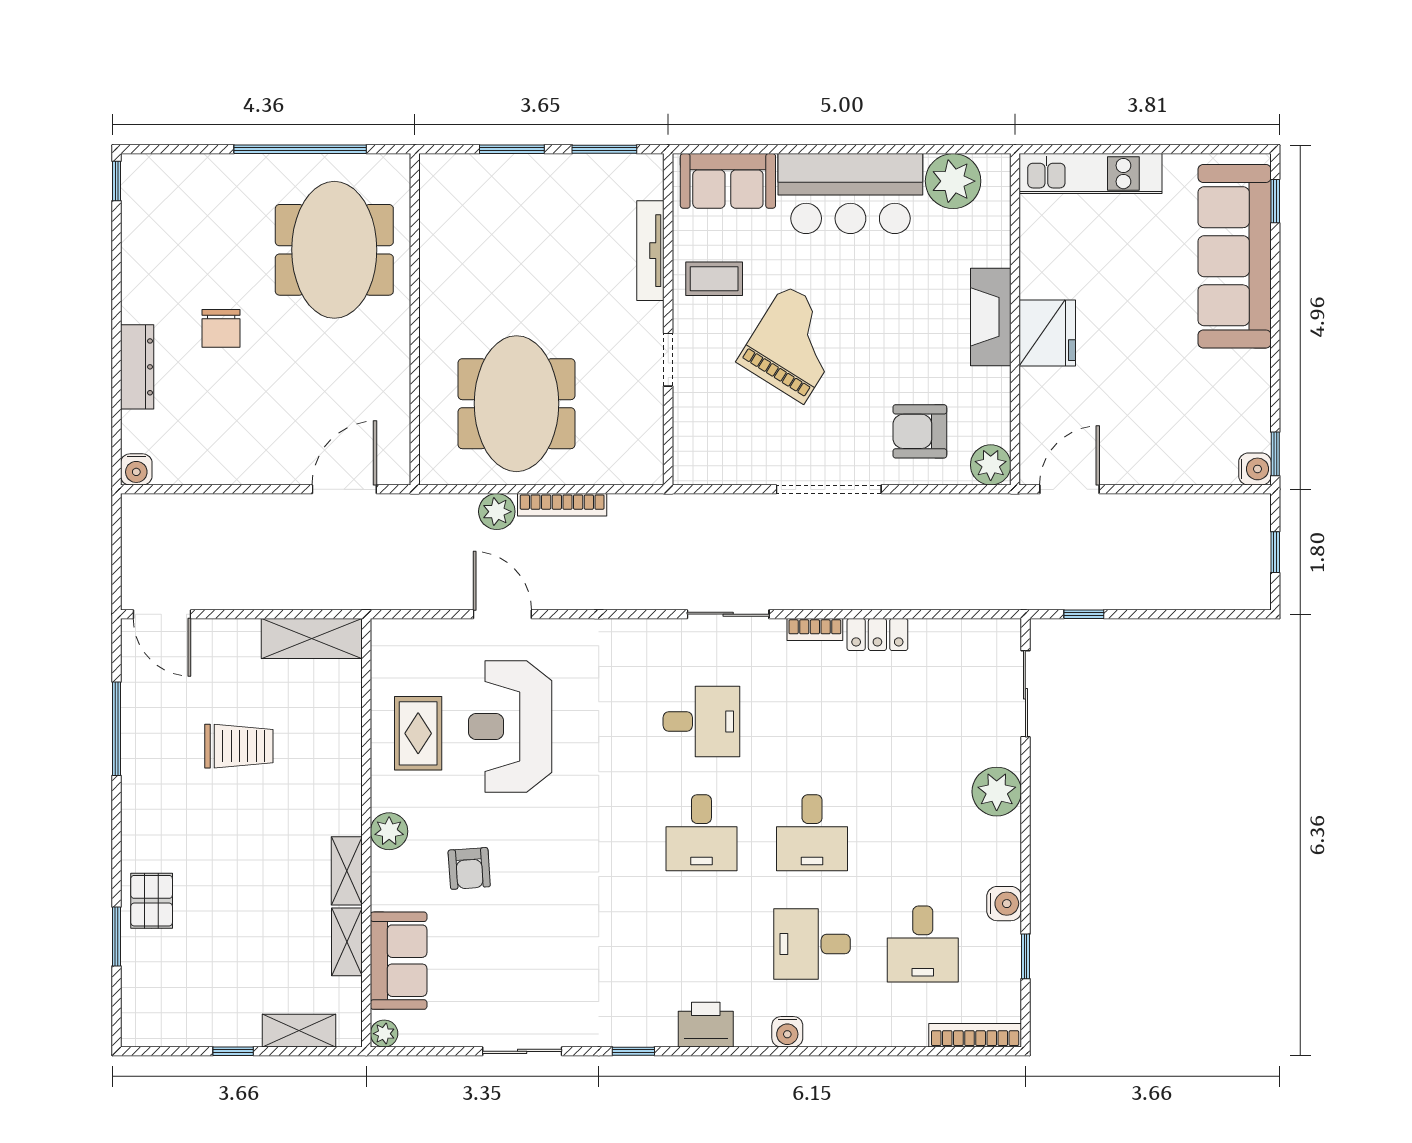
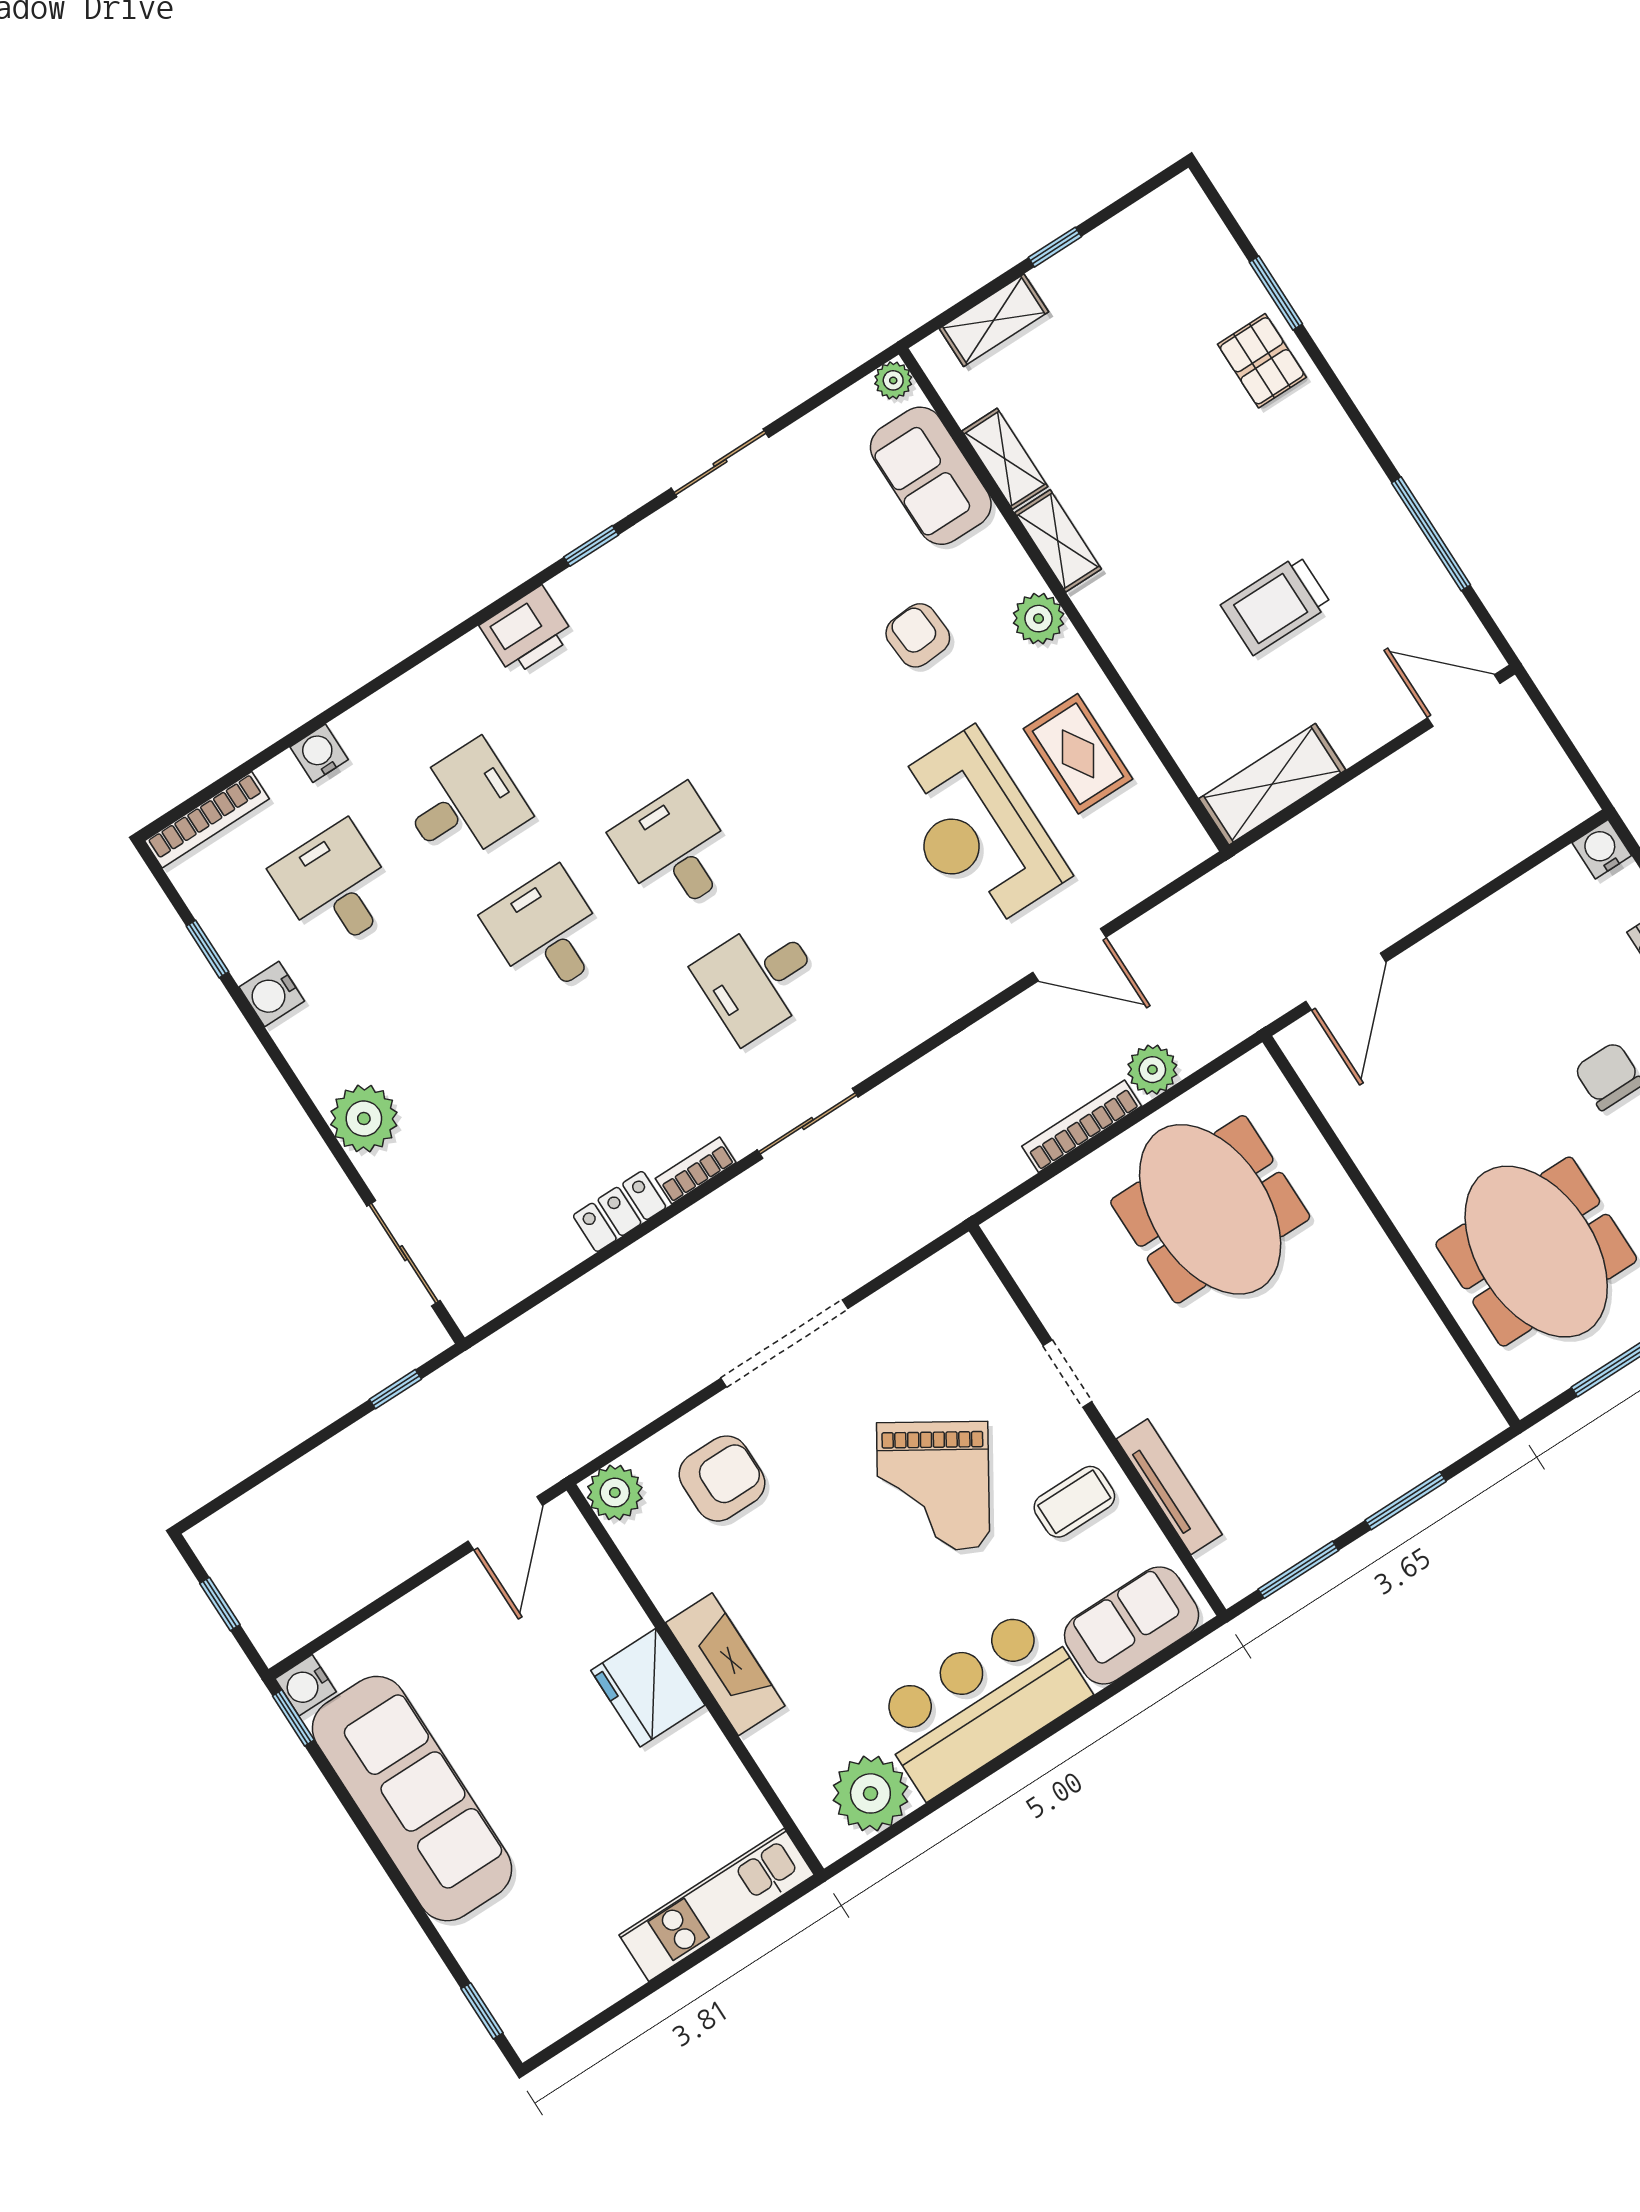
sofa: (1235, 256) -> (412, 1799), moved
reception desk: (510, 726) -> (977, 830), turned 180
water cooler: (787, 1032) -> (319, 753), moved

